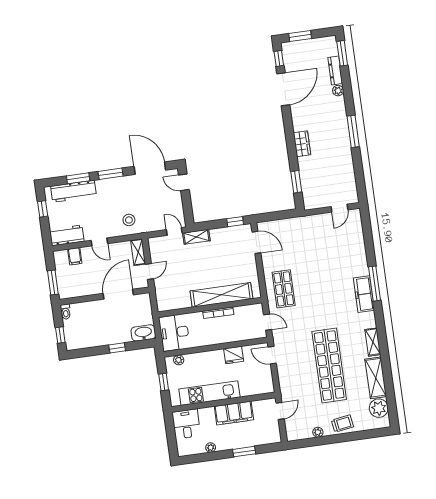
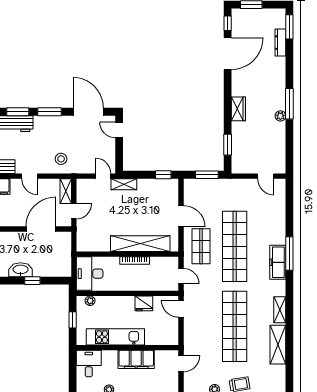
plant: (338, 91) -> (280, 116), moved
door: (339, 208) -> (266, 176), hinge flipped
window: (279, 215) -> (207, 175), added
door: (256, 242) -> (181, 216), moved
shop shelf: (318, 284) -> (235, 246), added
washbasin: (143, 333) -> (21, 270), moved
plant: (379, 408) -> (277, 374), removed

